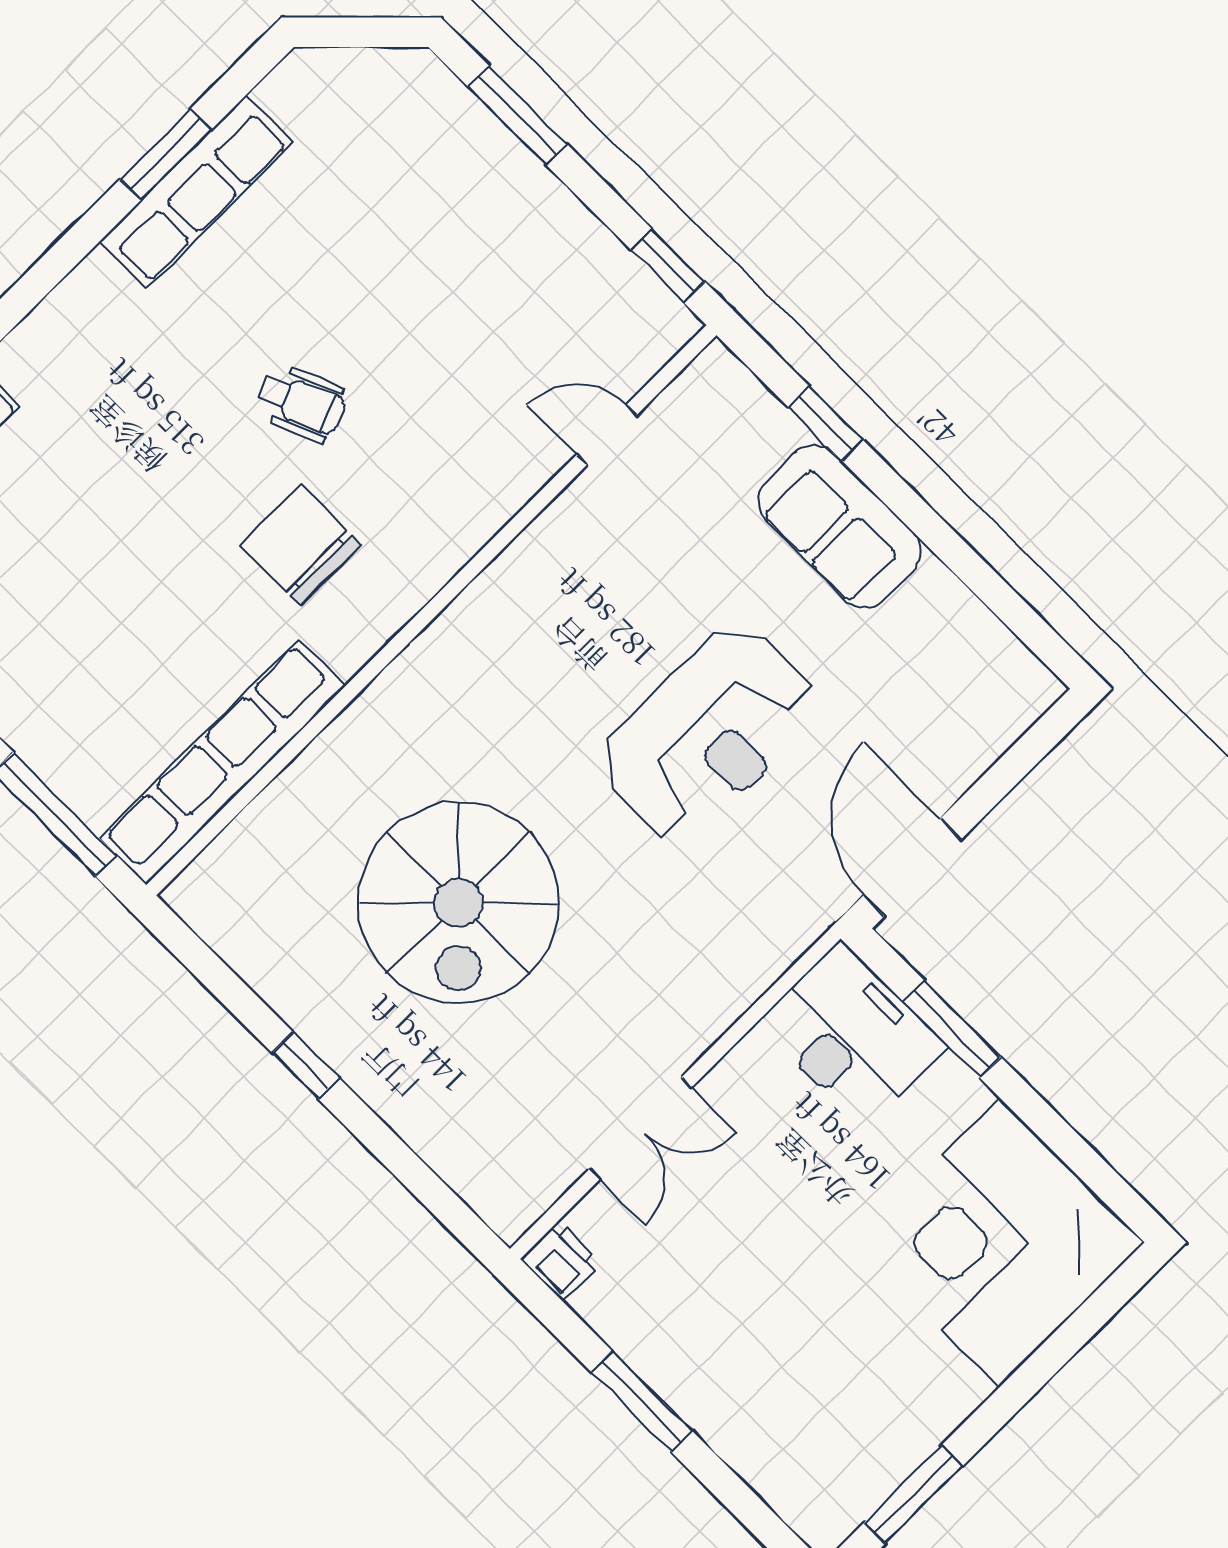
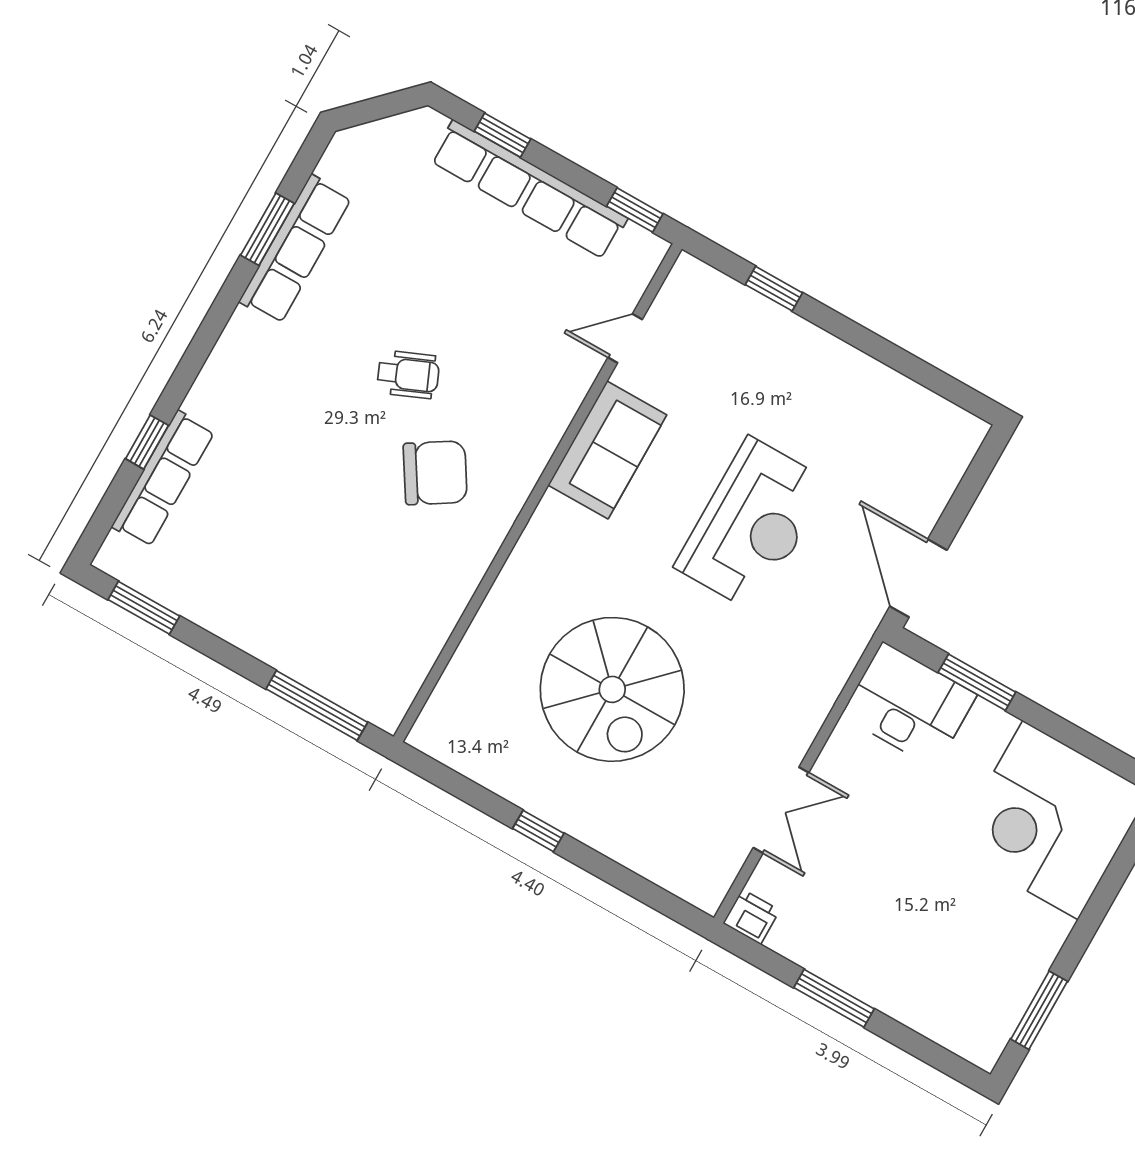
window: (518, 115) -> (502, 135), width x0.67
sofa: (839, 526) -> (607, 450), moved, turned -90
chair: (301, 545) -> (435, 473), turned 148
row of seats: (222, 762) -> (529, 190), moved, turned -90

